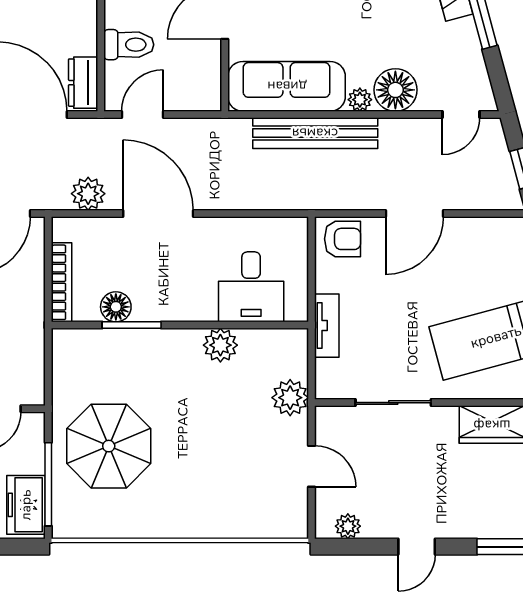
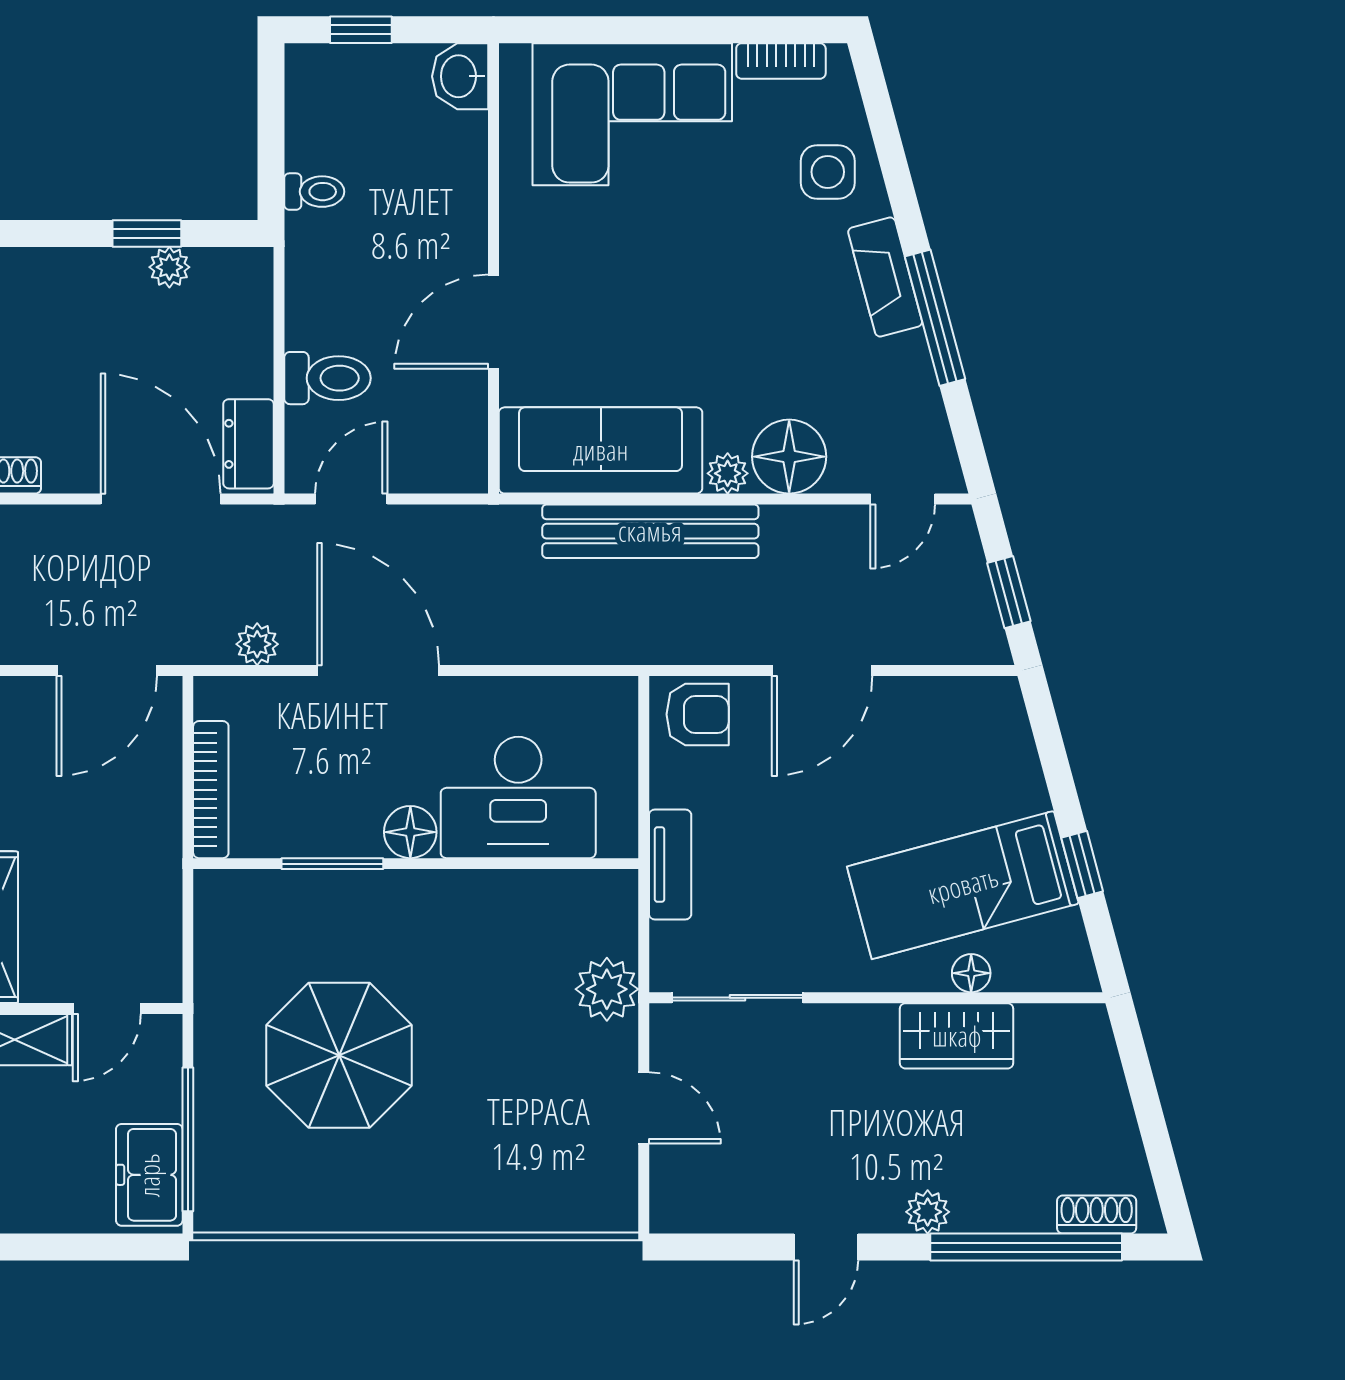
plant: (88, 194) -> (257, 644), width x0.73, depth x0.73
desk: (251, 287) -> (518, 797), width x1.37
floor lamp: (116, 307) -> (410, 832), moved
plant: (220, 345) -> (486, 898), removed
floor lamp: (501, 388) -> (971, 973), added
sliding door: (393, 403) -> (738, 998), moved
parasol: (109, 446) -> (339, 1055), moved
plant: (348, 526) -> (928, 1212), moved

